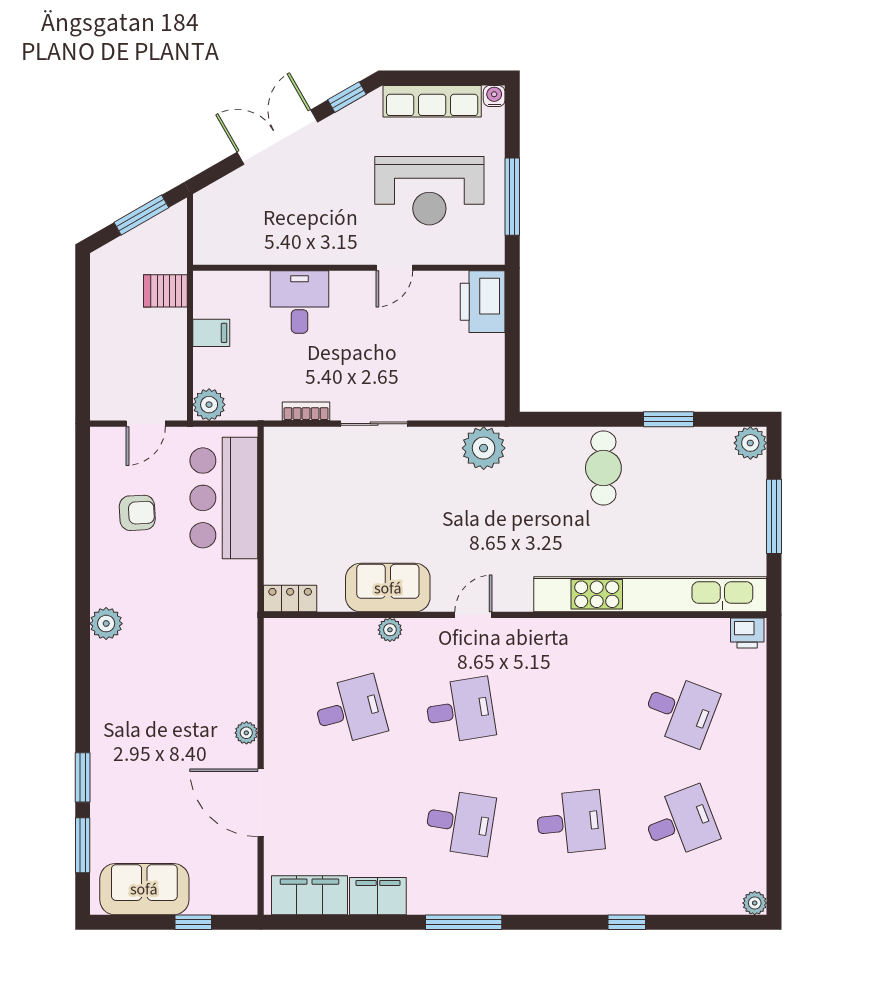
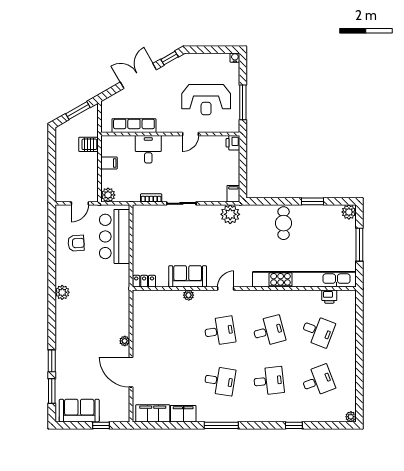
row of seats: (432, 101) -> (134, 126), moved, turned 180
printer: (483, 302) -> (233, 143), width x0.53, depth x0.68
filing cabinet: (491, 402) -> (233, 194), added
printer: (747, 633) -> (329, 297), moved
desk: (350, 710) -> (269, 331), moved

